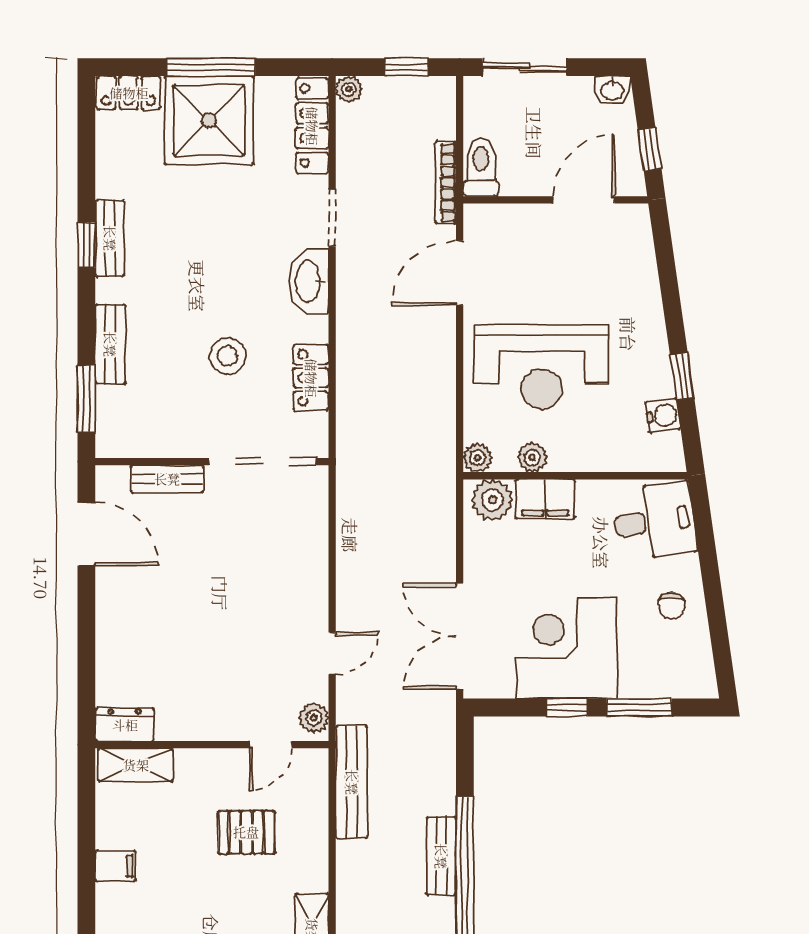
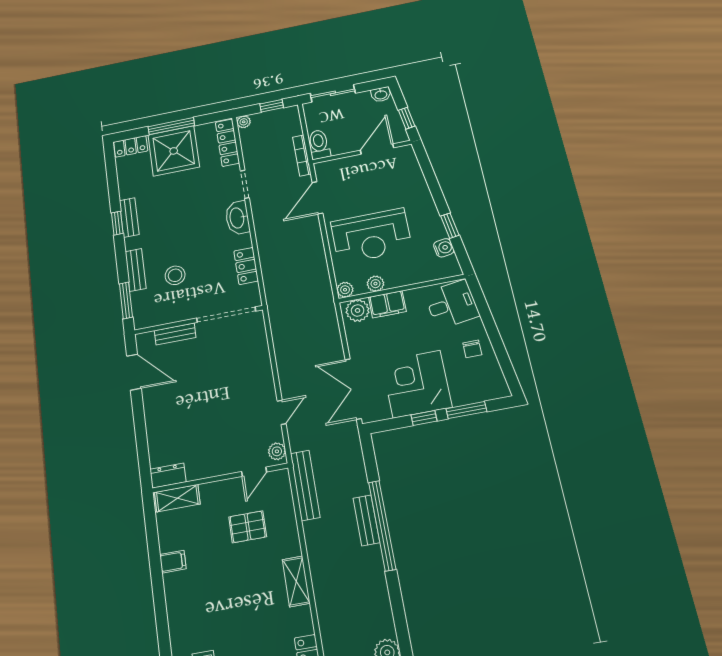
stool: (227, 356) -> (175, 275), moved

